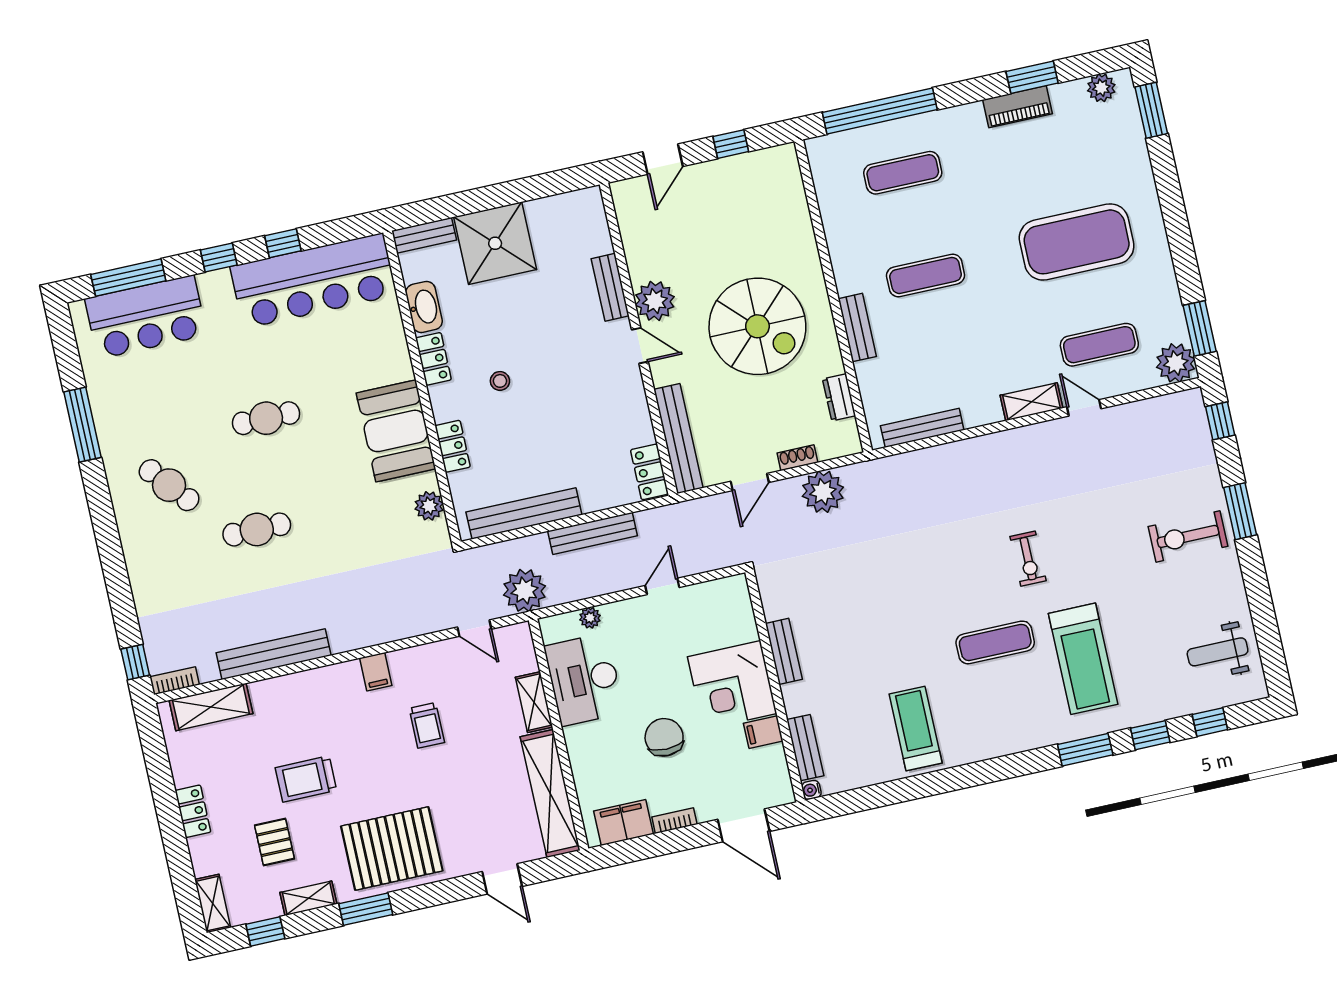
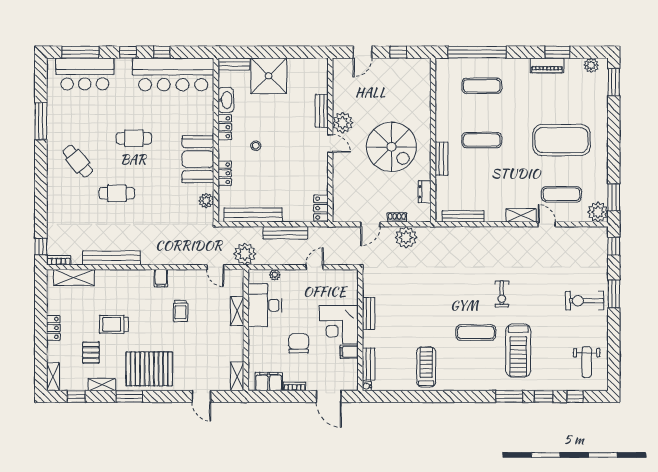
bench: (678, 439) -> (339, 195), removed
weight bench: (1218, 652) -> (587, 362), turned -90
shelving: (550, 793) -> (237, 376), width x0.45, depth x0.75

